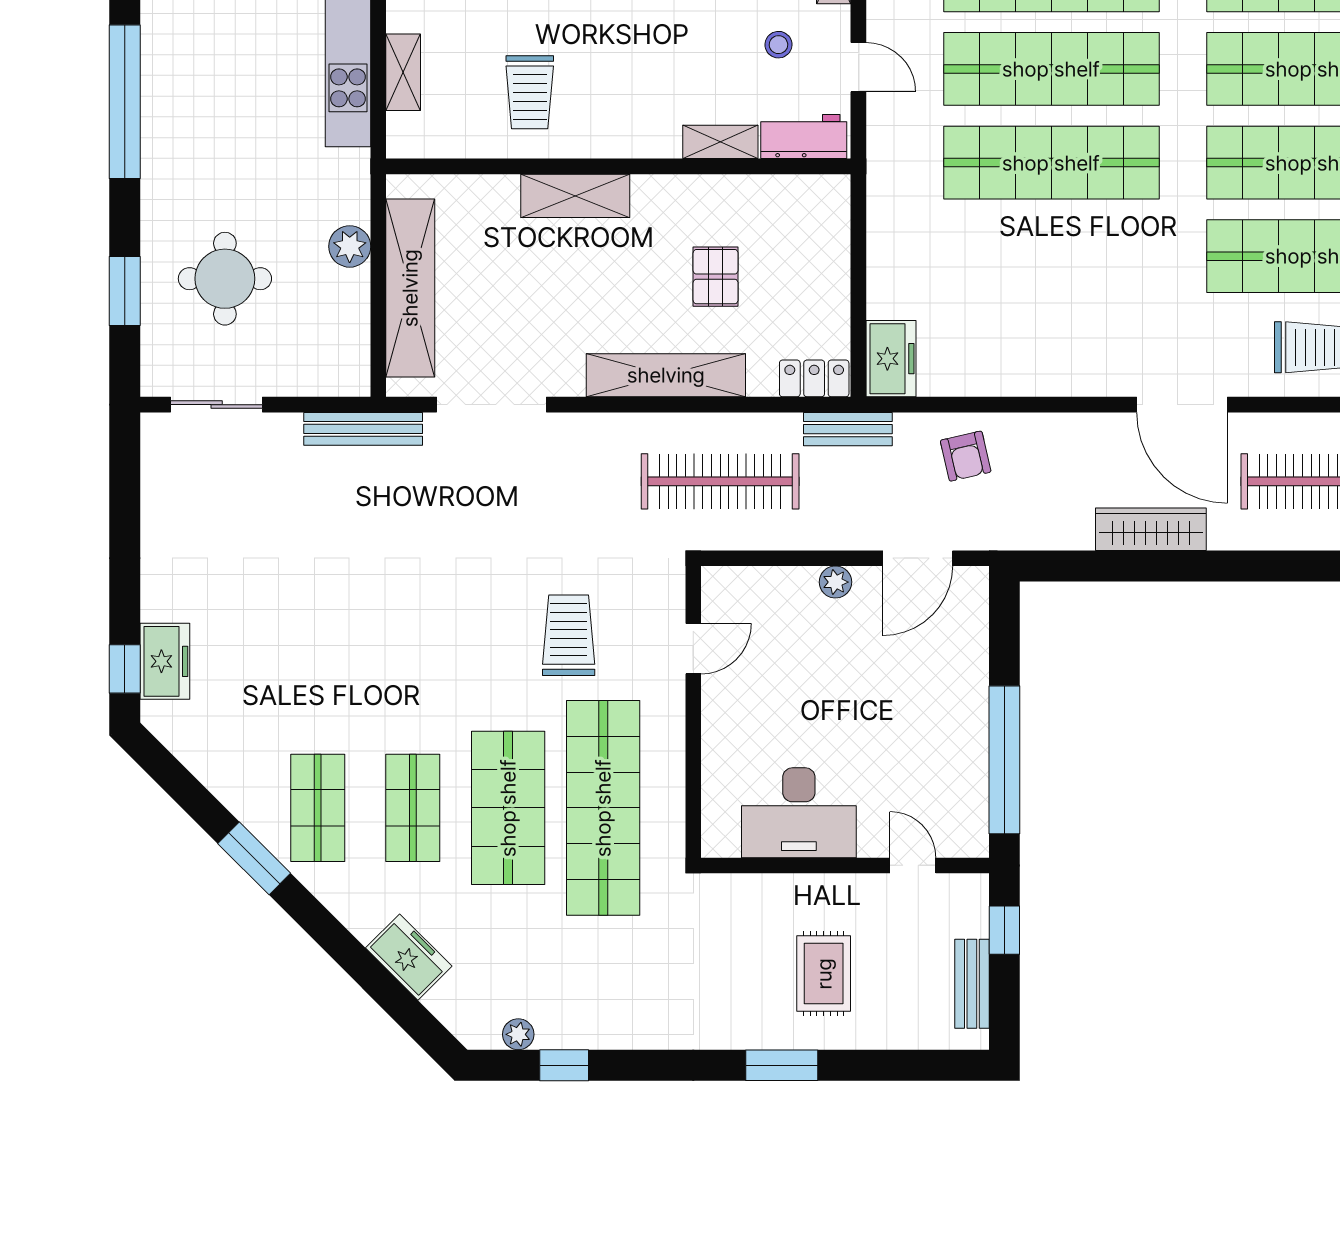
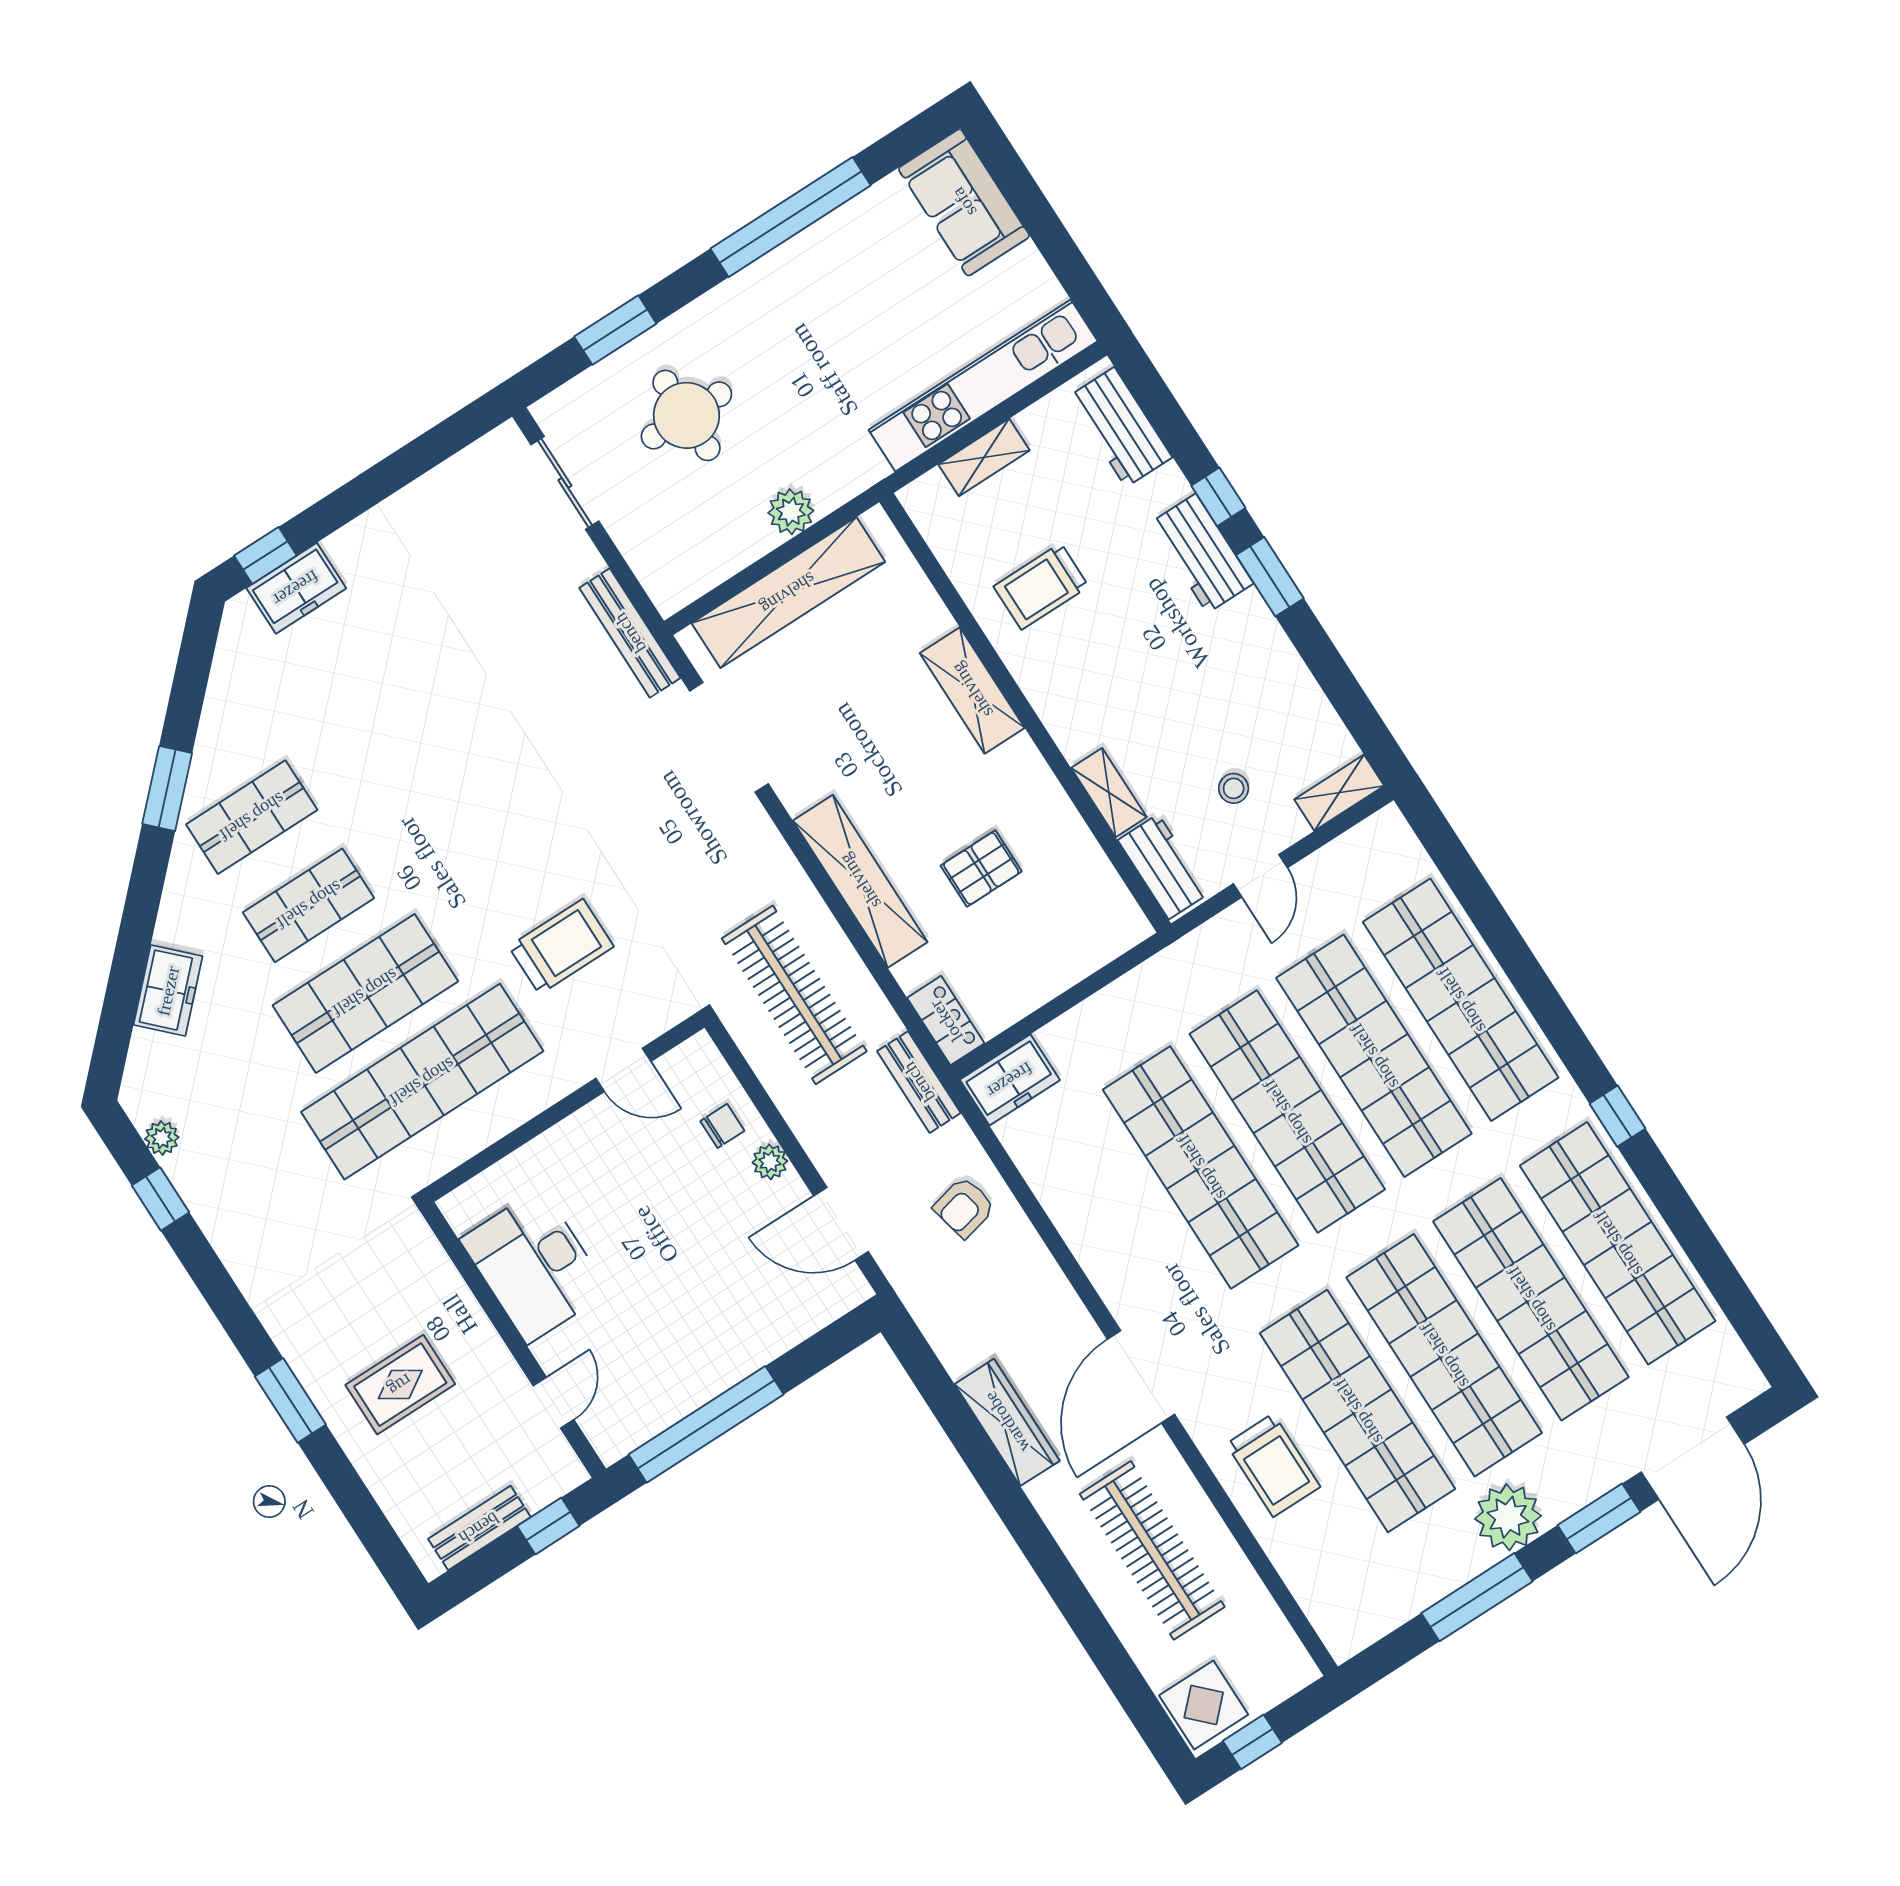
shop shelf: (1051, 256) -> (1201, 1167), added
chair: (785, 601) -> (722, 1126), added

